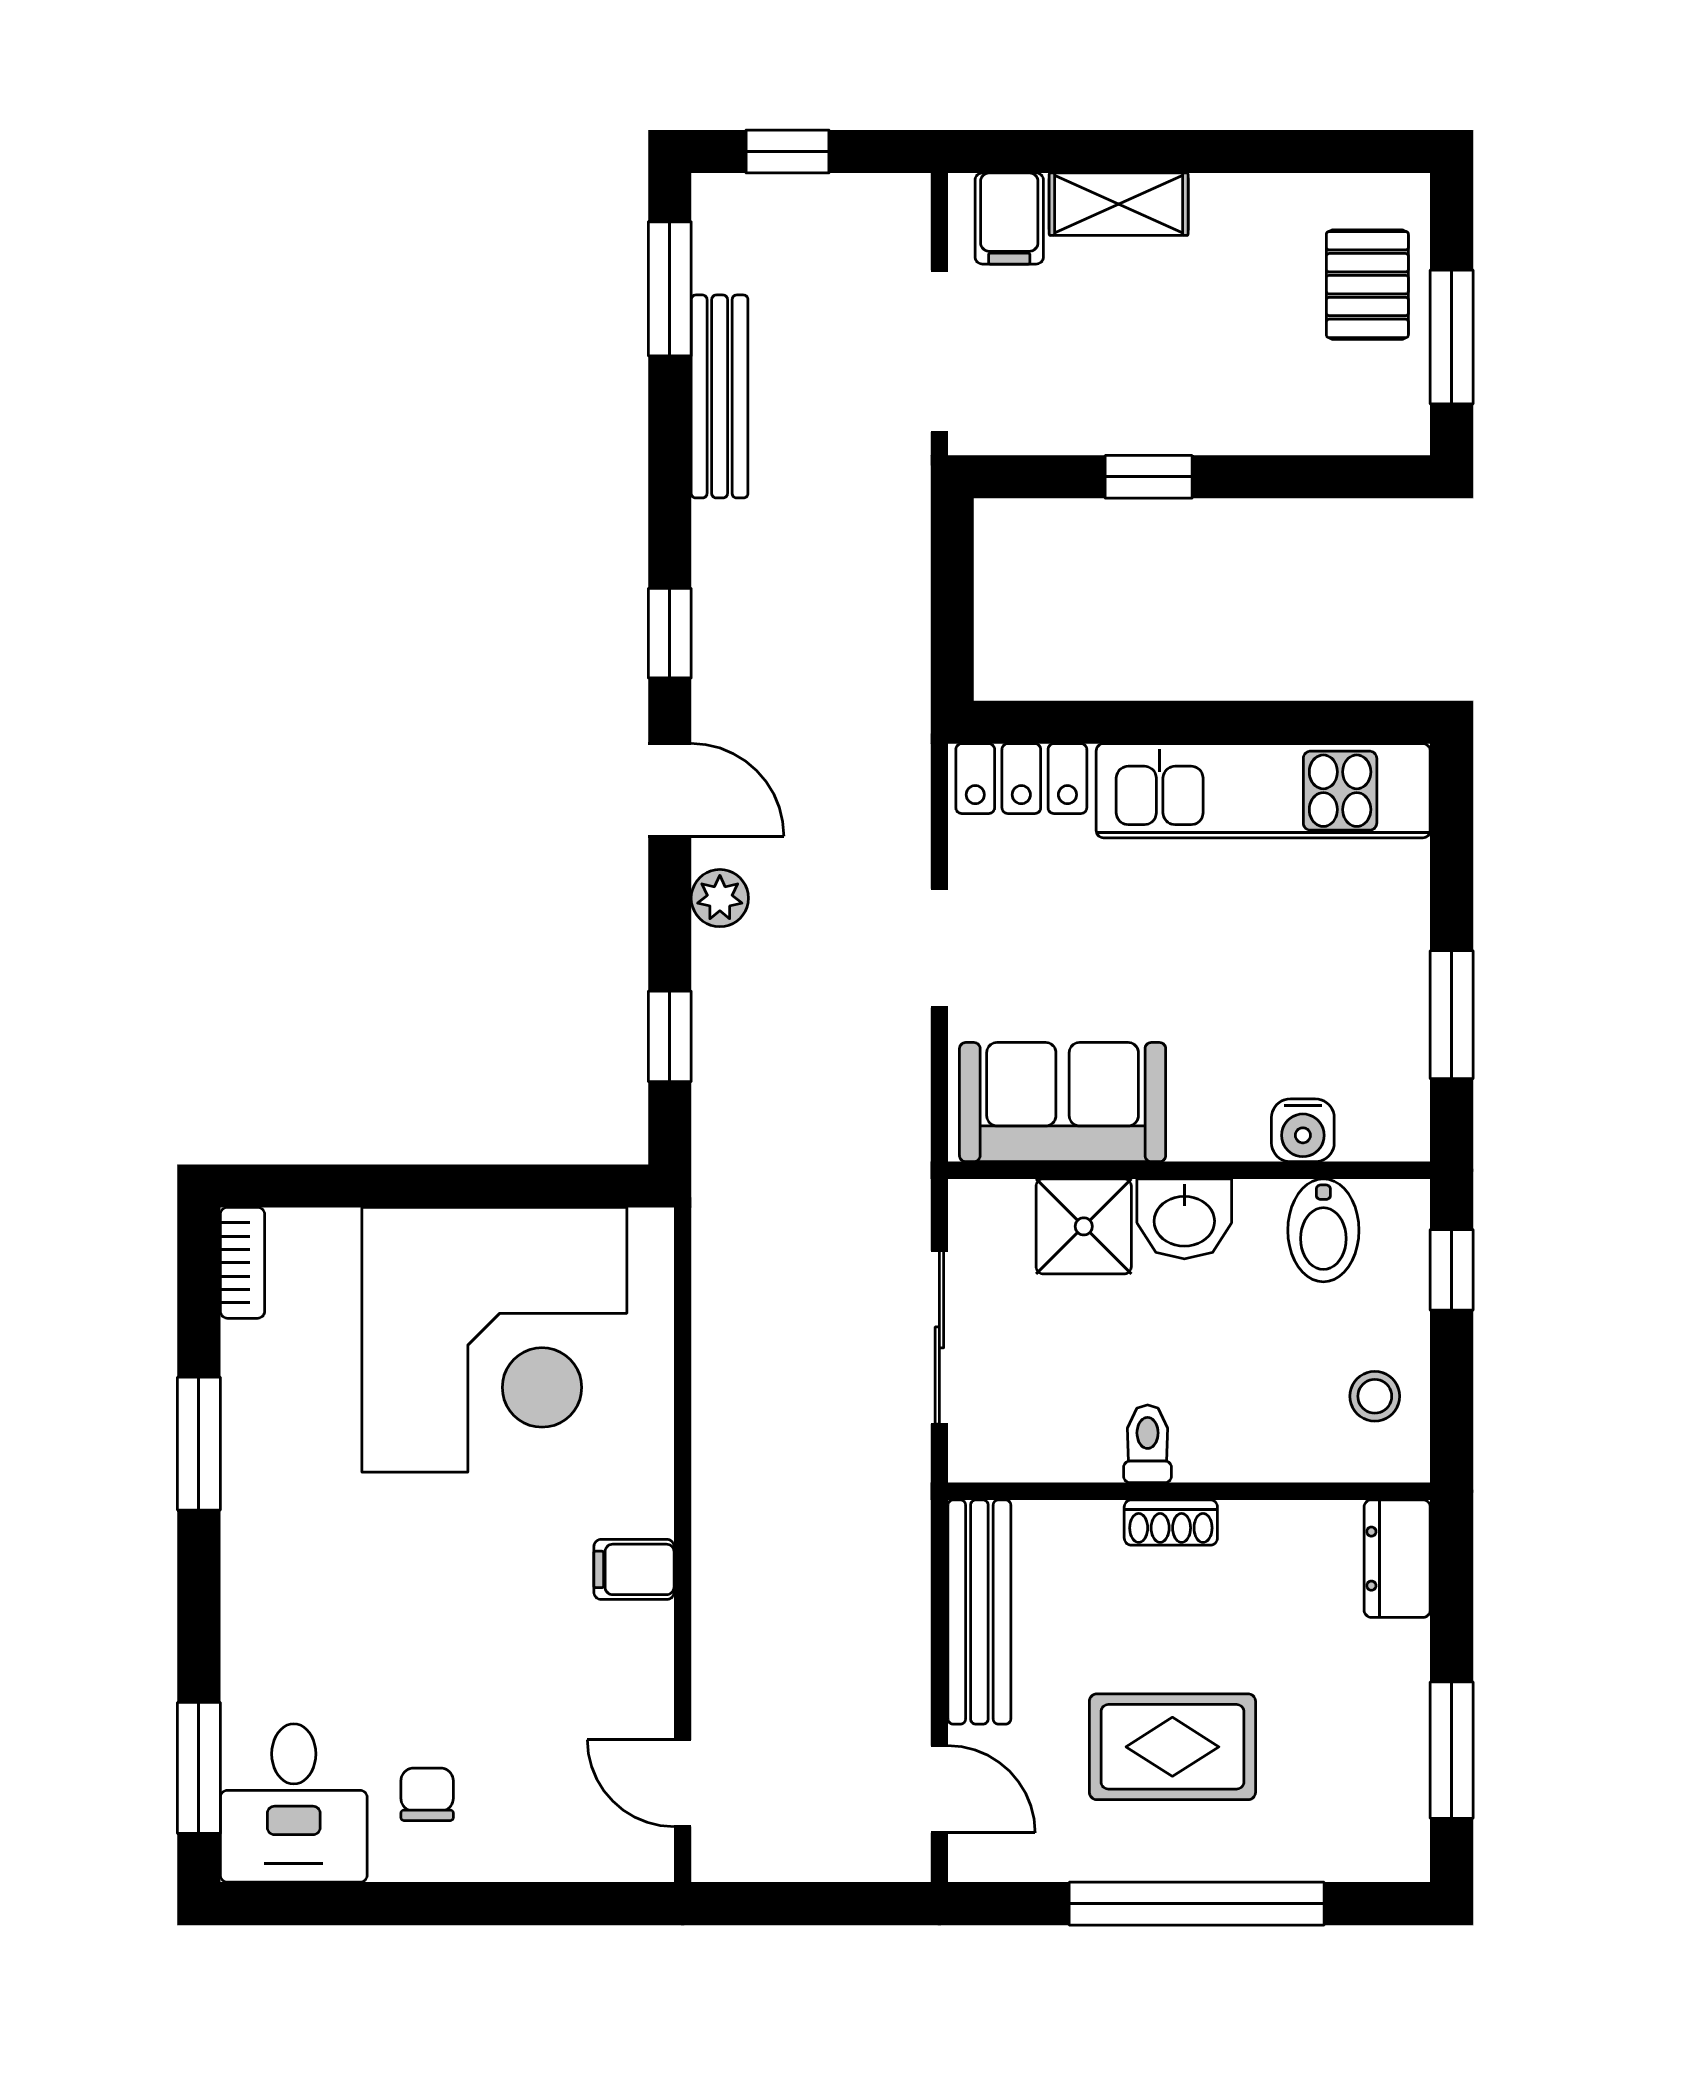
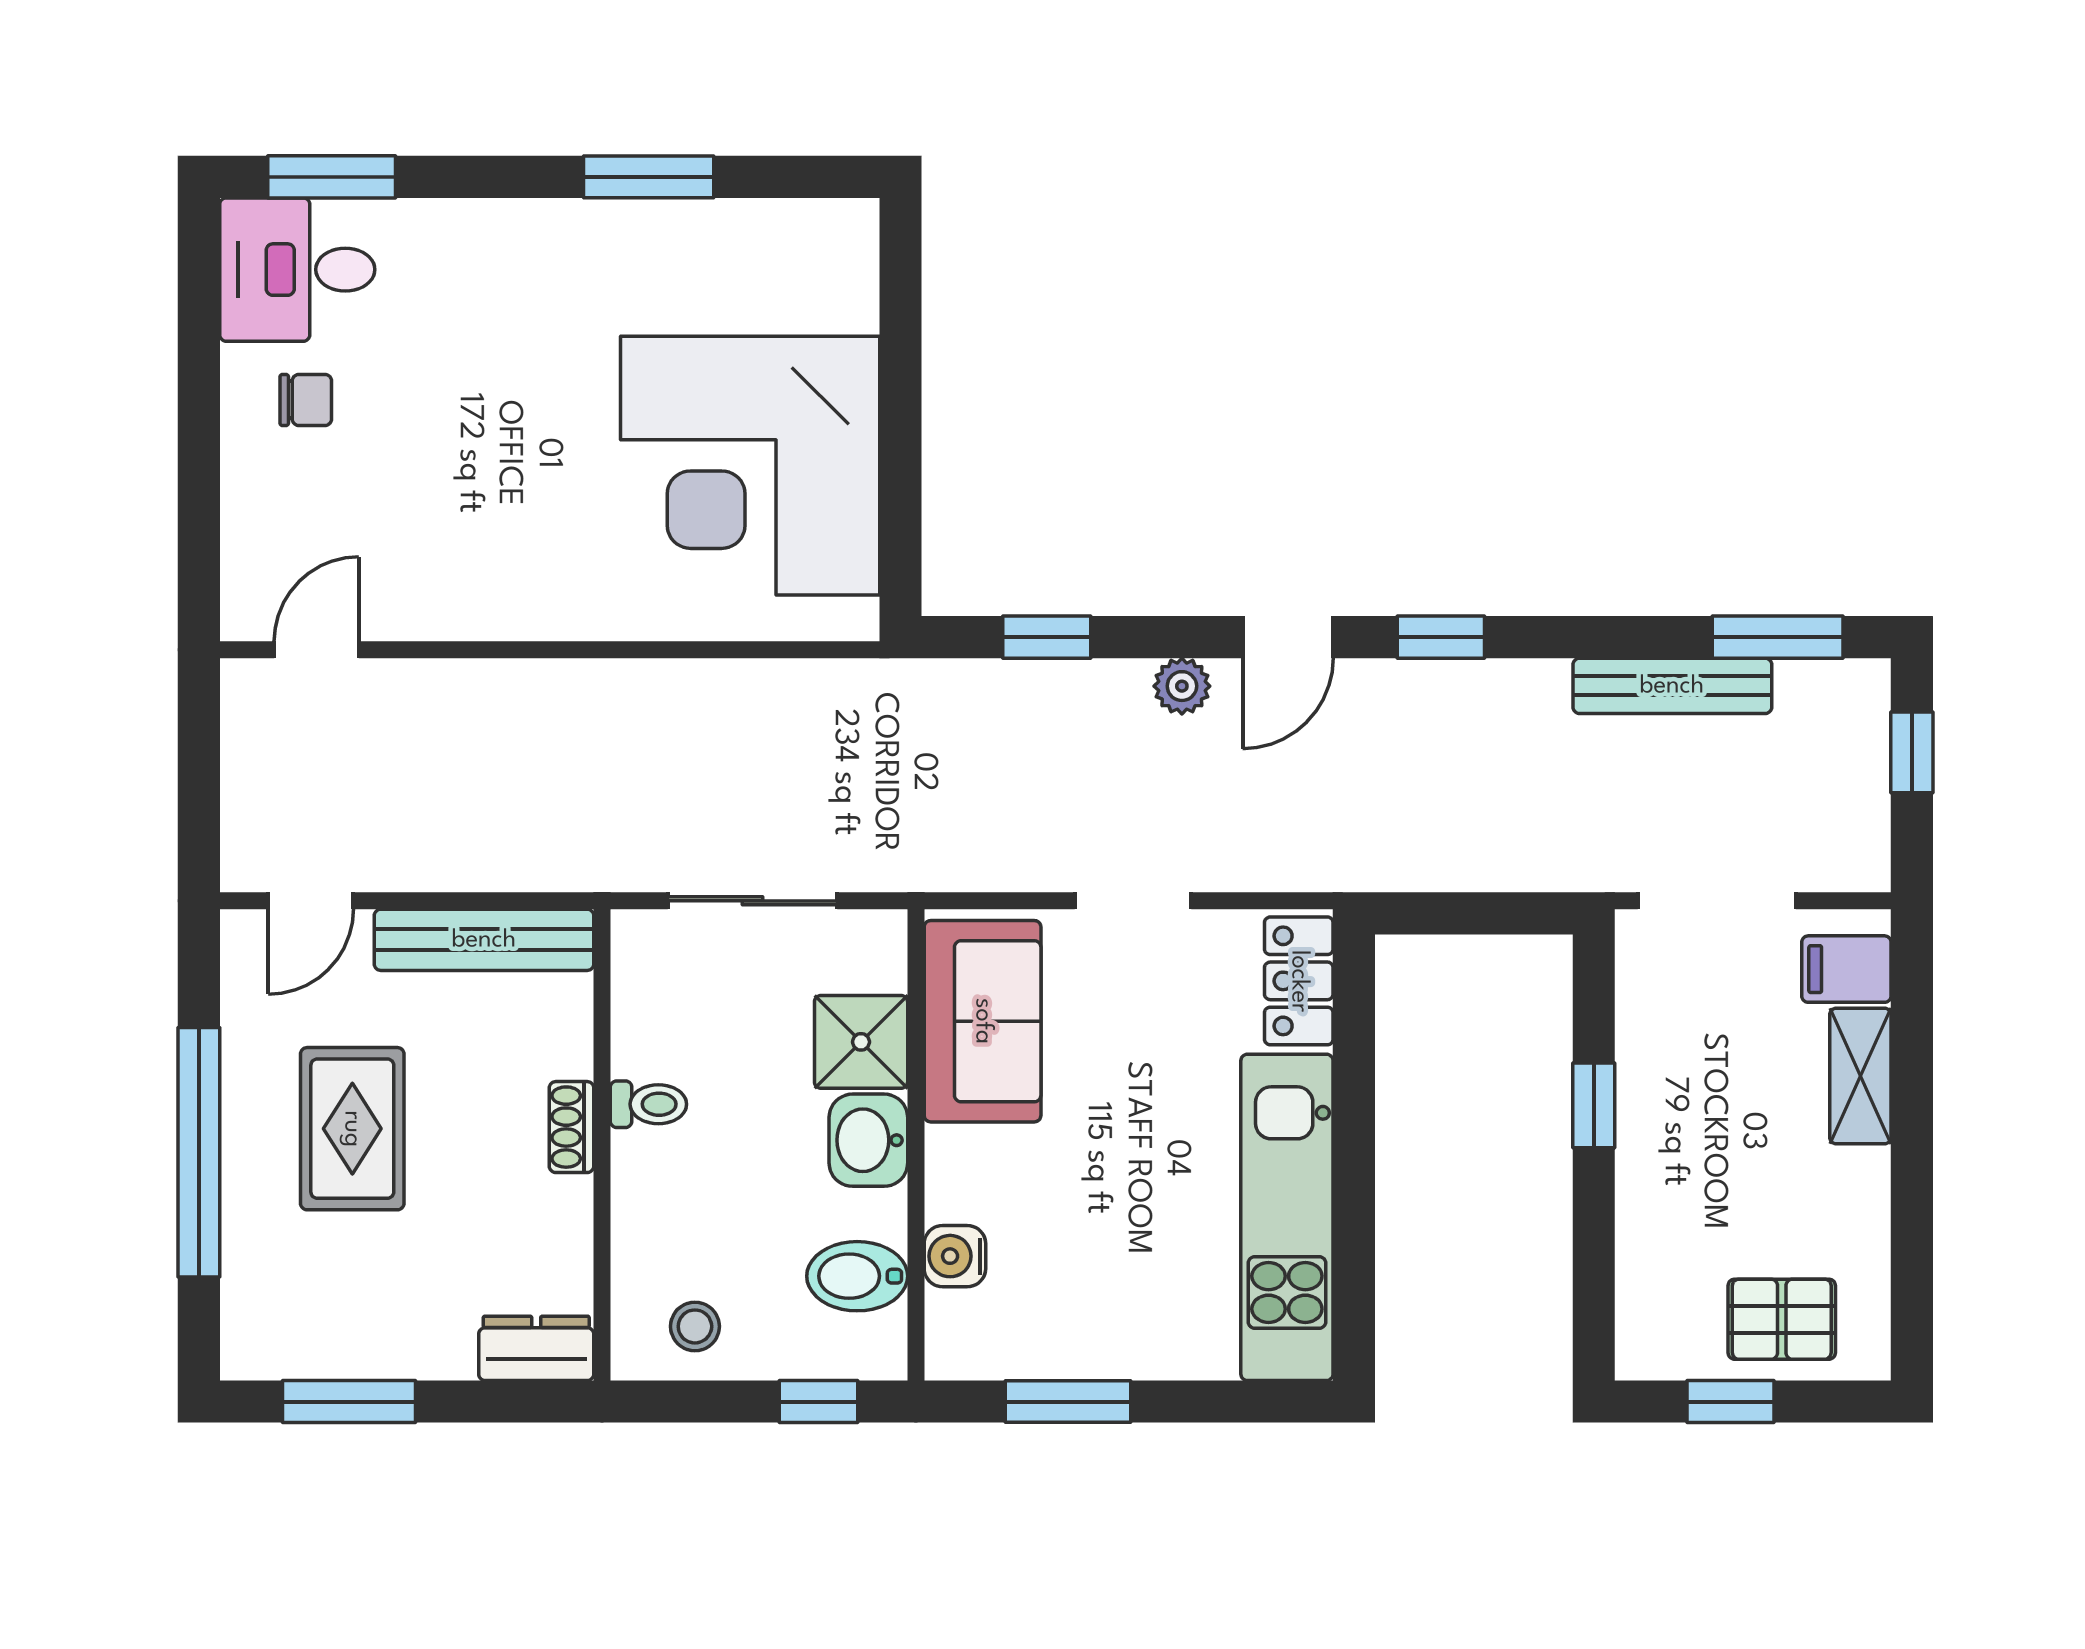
window: (1452, 337) -> (1730, 1402), width x0.67
bookcase: (242, 1263) -> (825, 219), removed
filing cabinet: (634, 1569) -> (526, 602), removed

